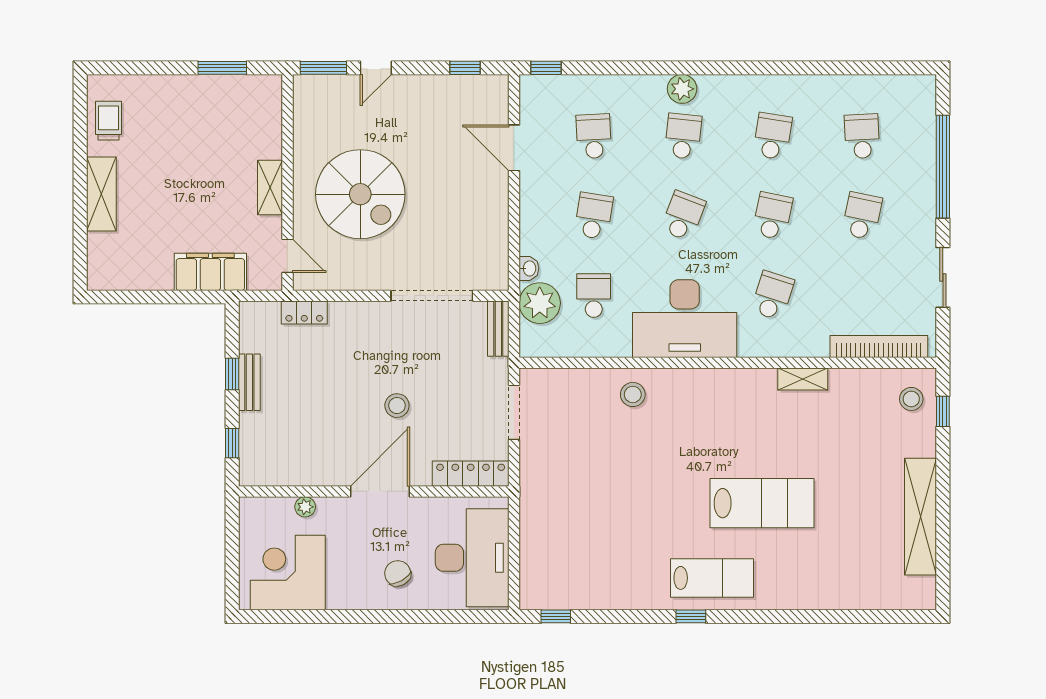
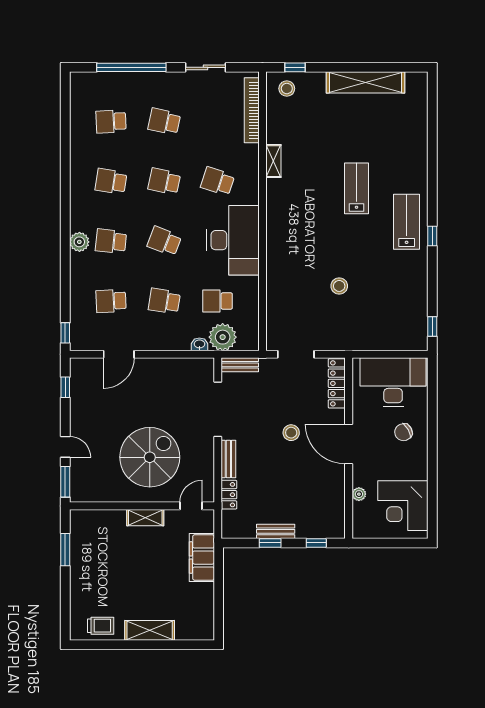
trolley: (108, 121) -> (101, 626), turned 180
bench: (358, 312) -> (228, 459), added
stool: (633, 394) -> (339, 286), moved
lab bench: (762, 503) -> (356, 188), width x0.73, depth x0.72

